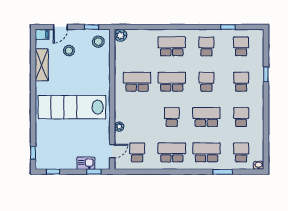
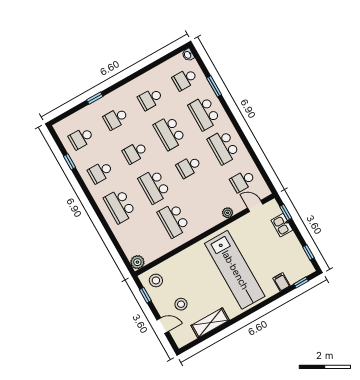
filing cabinet: (42, 34) -> (281, 282), moved

